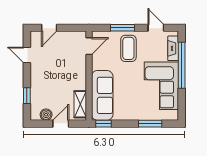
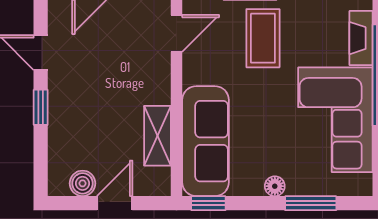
window: (27, 96) -> (41, 107), moved
shelving: (80, 104) -> (157, 136), moved
floor lamp: (134, 116) -> (275, 186), added

